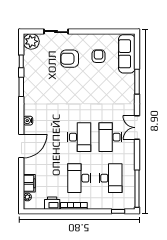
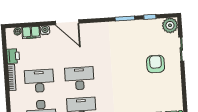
armchair: (99, 56) -> (160, 92), removed
water cooler: (28, 121) -> (45, 30), moved
desk: (79, 137) -> (79, 78), turned 180

